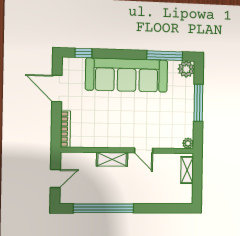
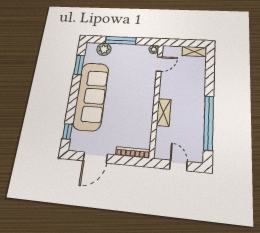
window: (165, 56) -> (79, 65), width x0.69
plant: (186, 69) -> (104, 49), moved
door: (144, 151) -> (159, 64), moved
shelving: (187, 170) -> (194, 52), moved

